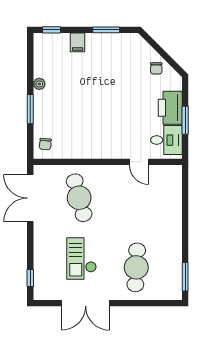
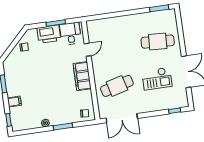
filing cabinet: (101, 148) -> (82, 76), added

